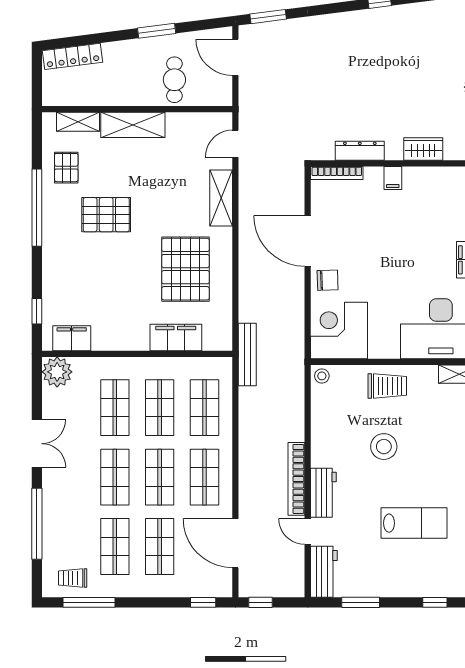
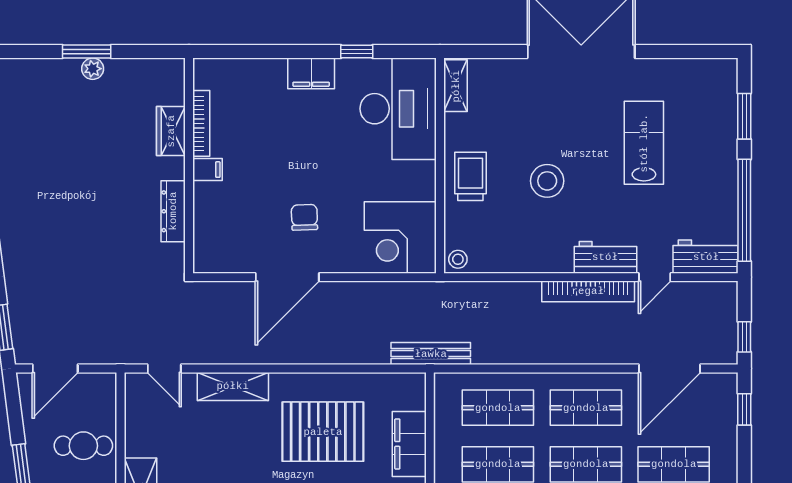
bookcase: (337, 173) -> (201, 123), moved
chair: (328, 280) -> (304, 217), moved
window: (361, 602) -> (744, 210), width x2.11
window: (435, 602) -> (744, 116), width x1.50

